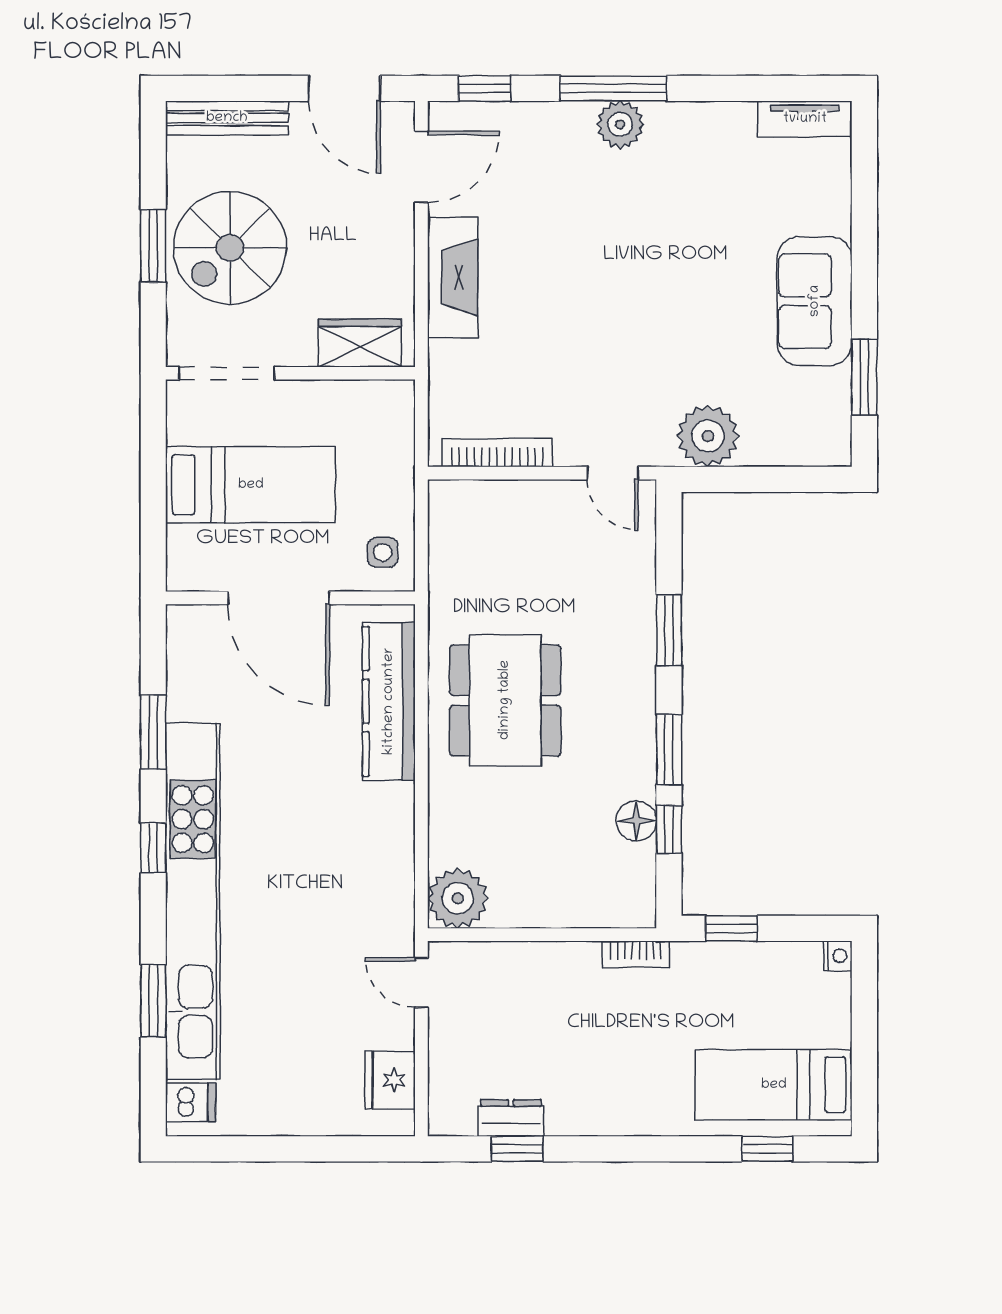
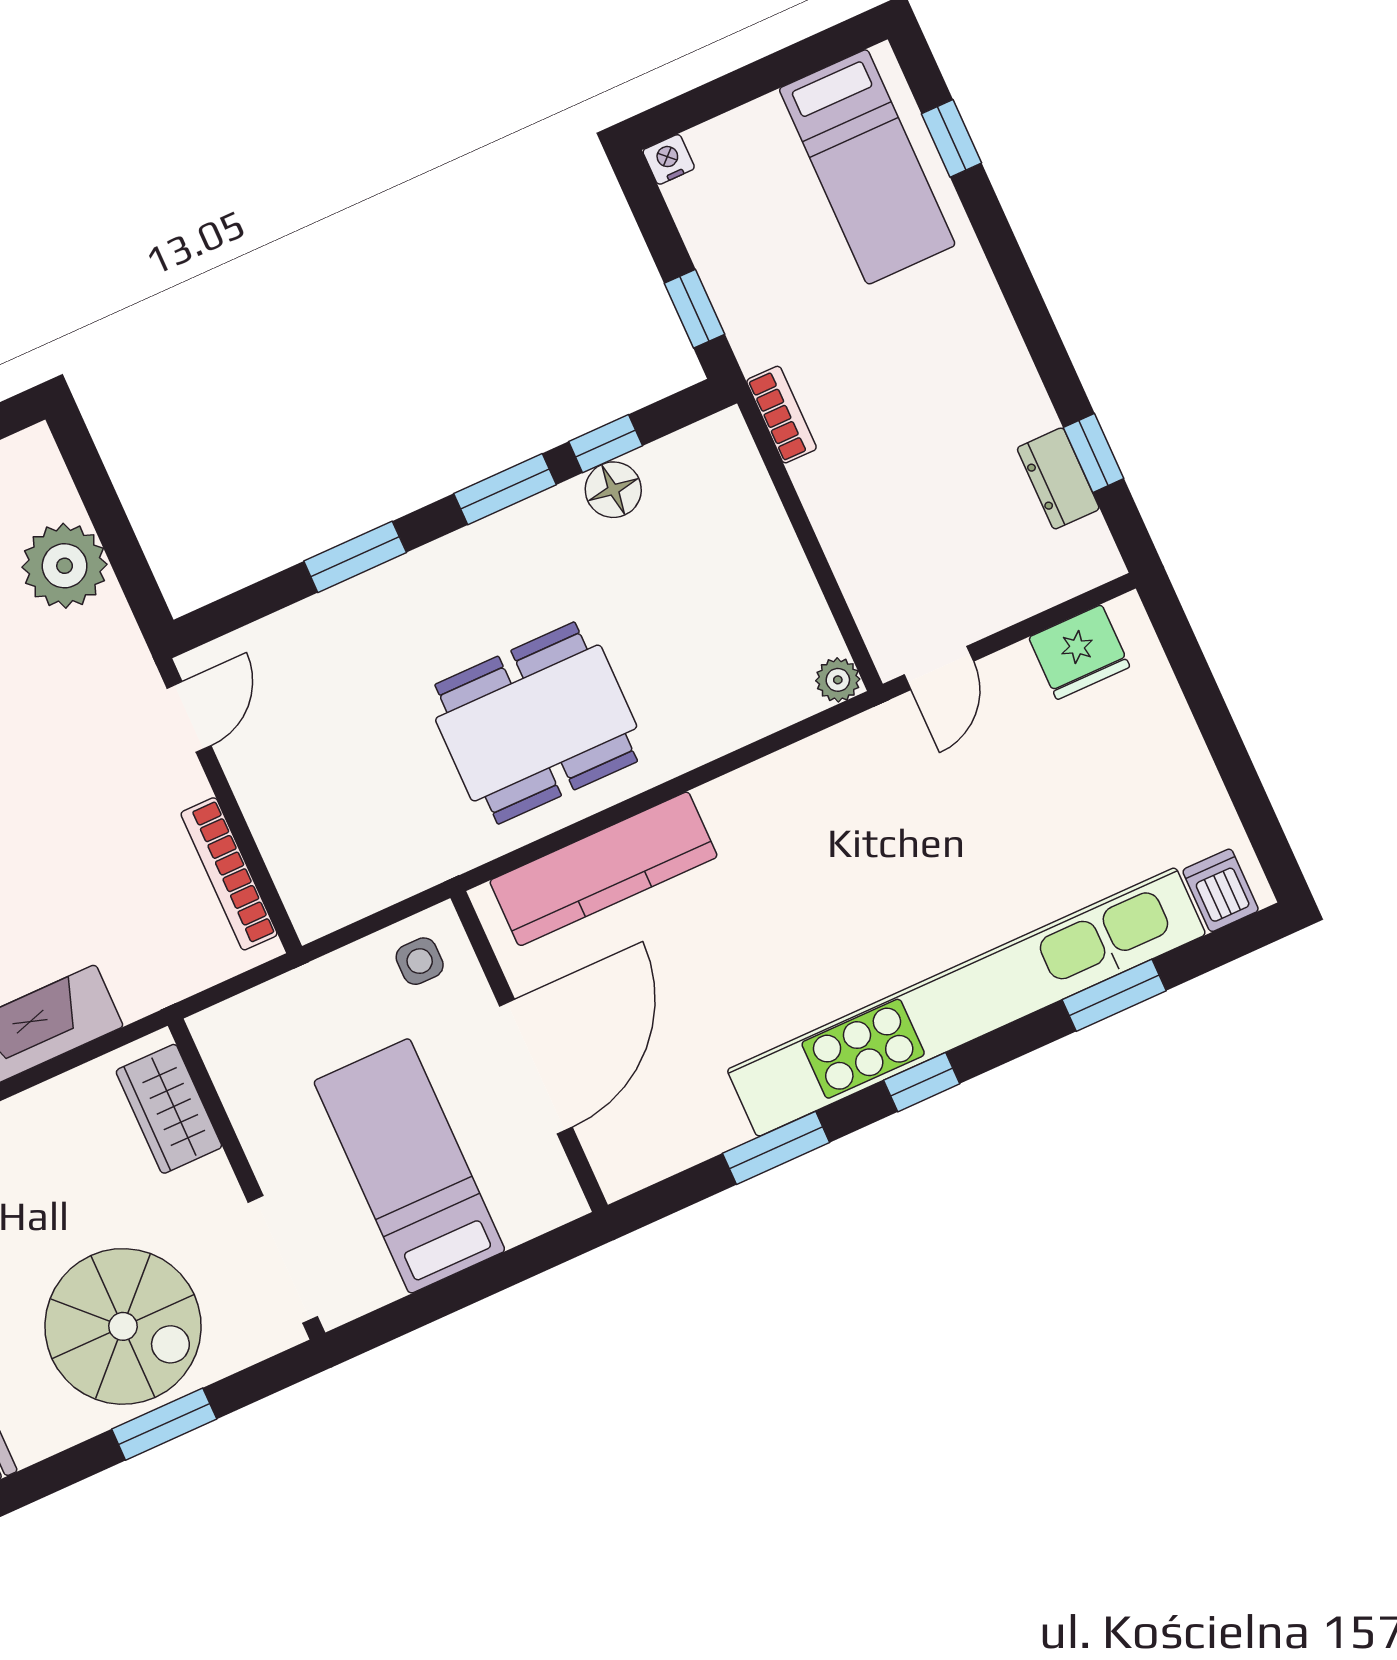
plant: (708, 436) -> (65, 566), moved
plant: (458, 898) -> (838, 680), width x0.53, depth x0.53

